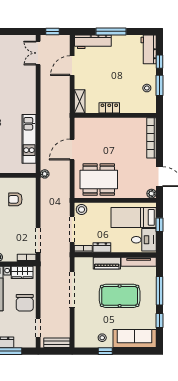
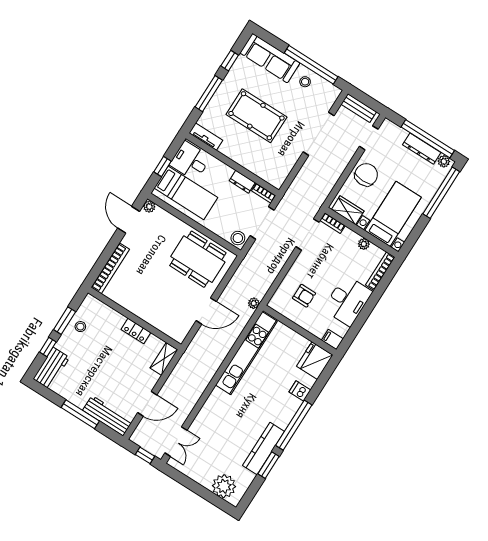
kitchen unit: (29, 139) -> (246, 353), width x1.36
tv unit: (139, 262) -> (206, 137), width x0.71
piano: (107, 263) -> (248, 161), removed
doorway: (72, 290) -> (319, 134), moved
window: (105, 351) -> (311, 65), width x3.17

